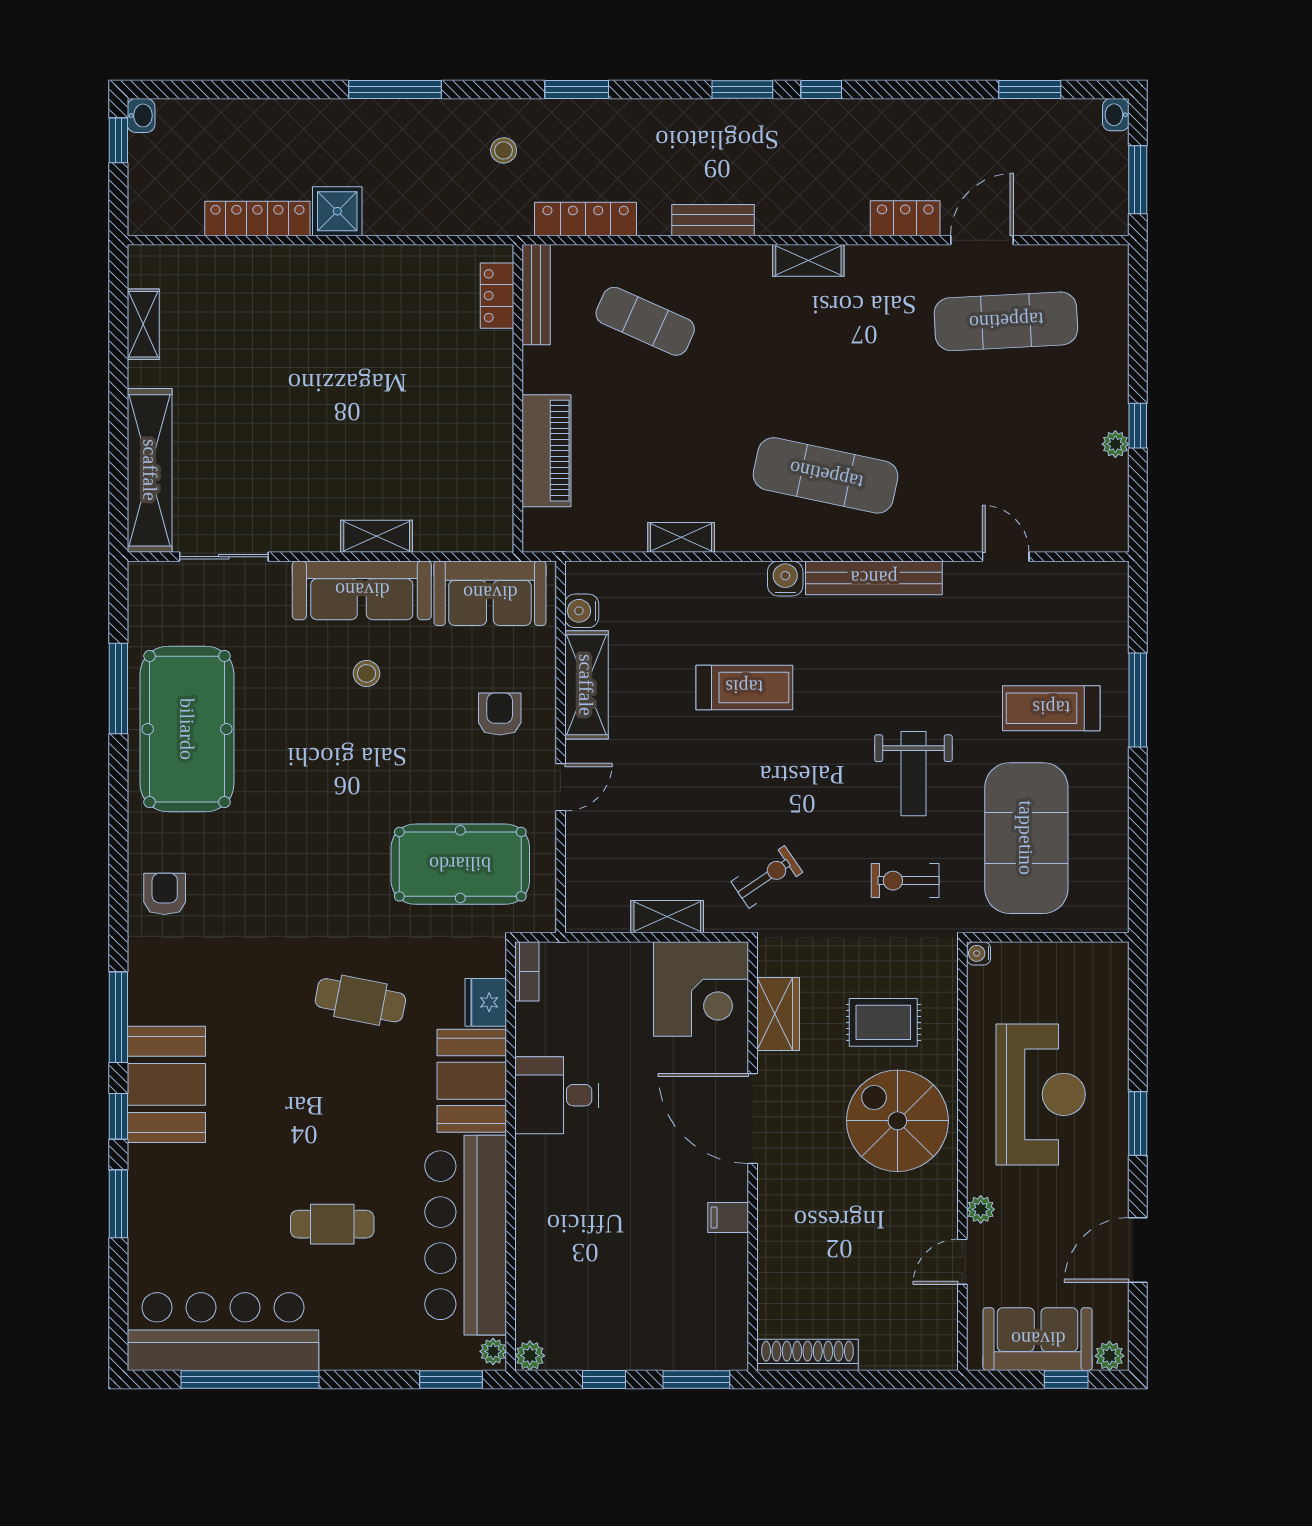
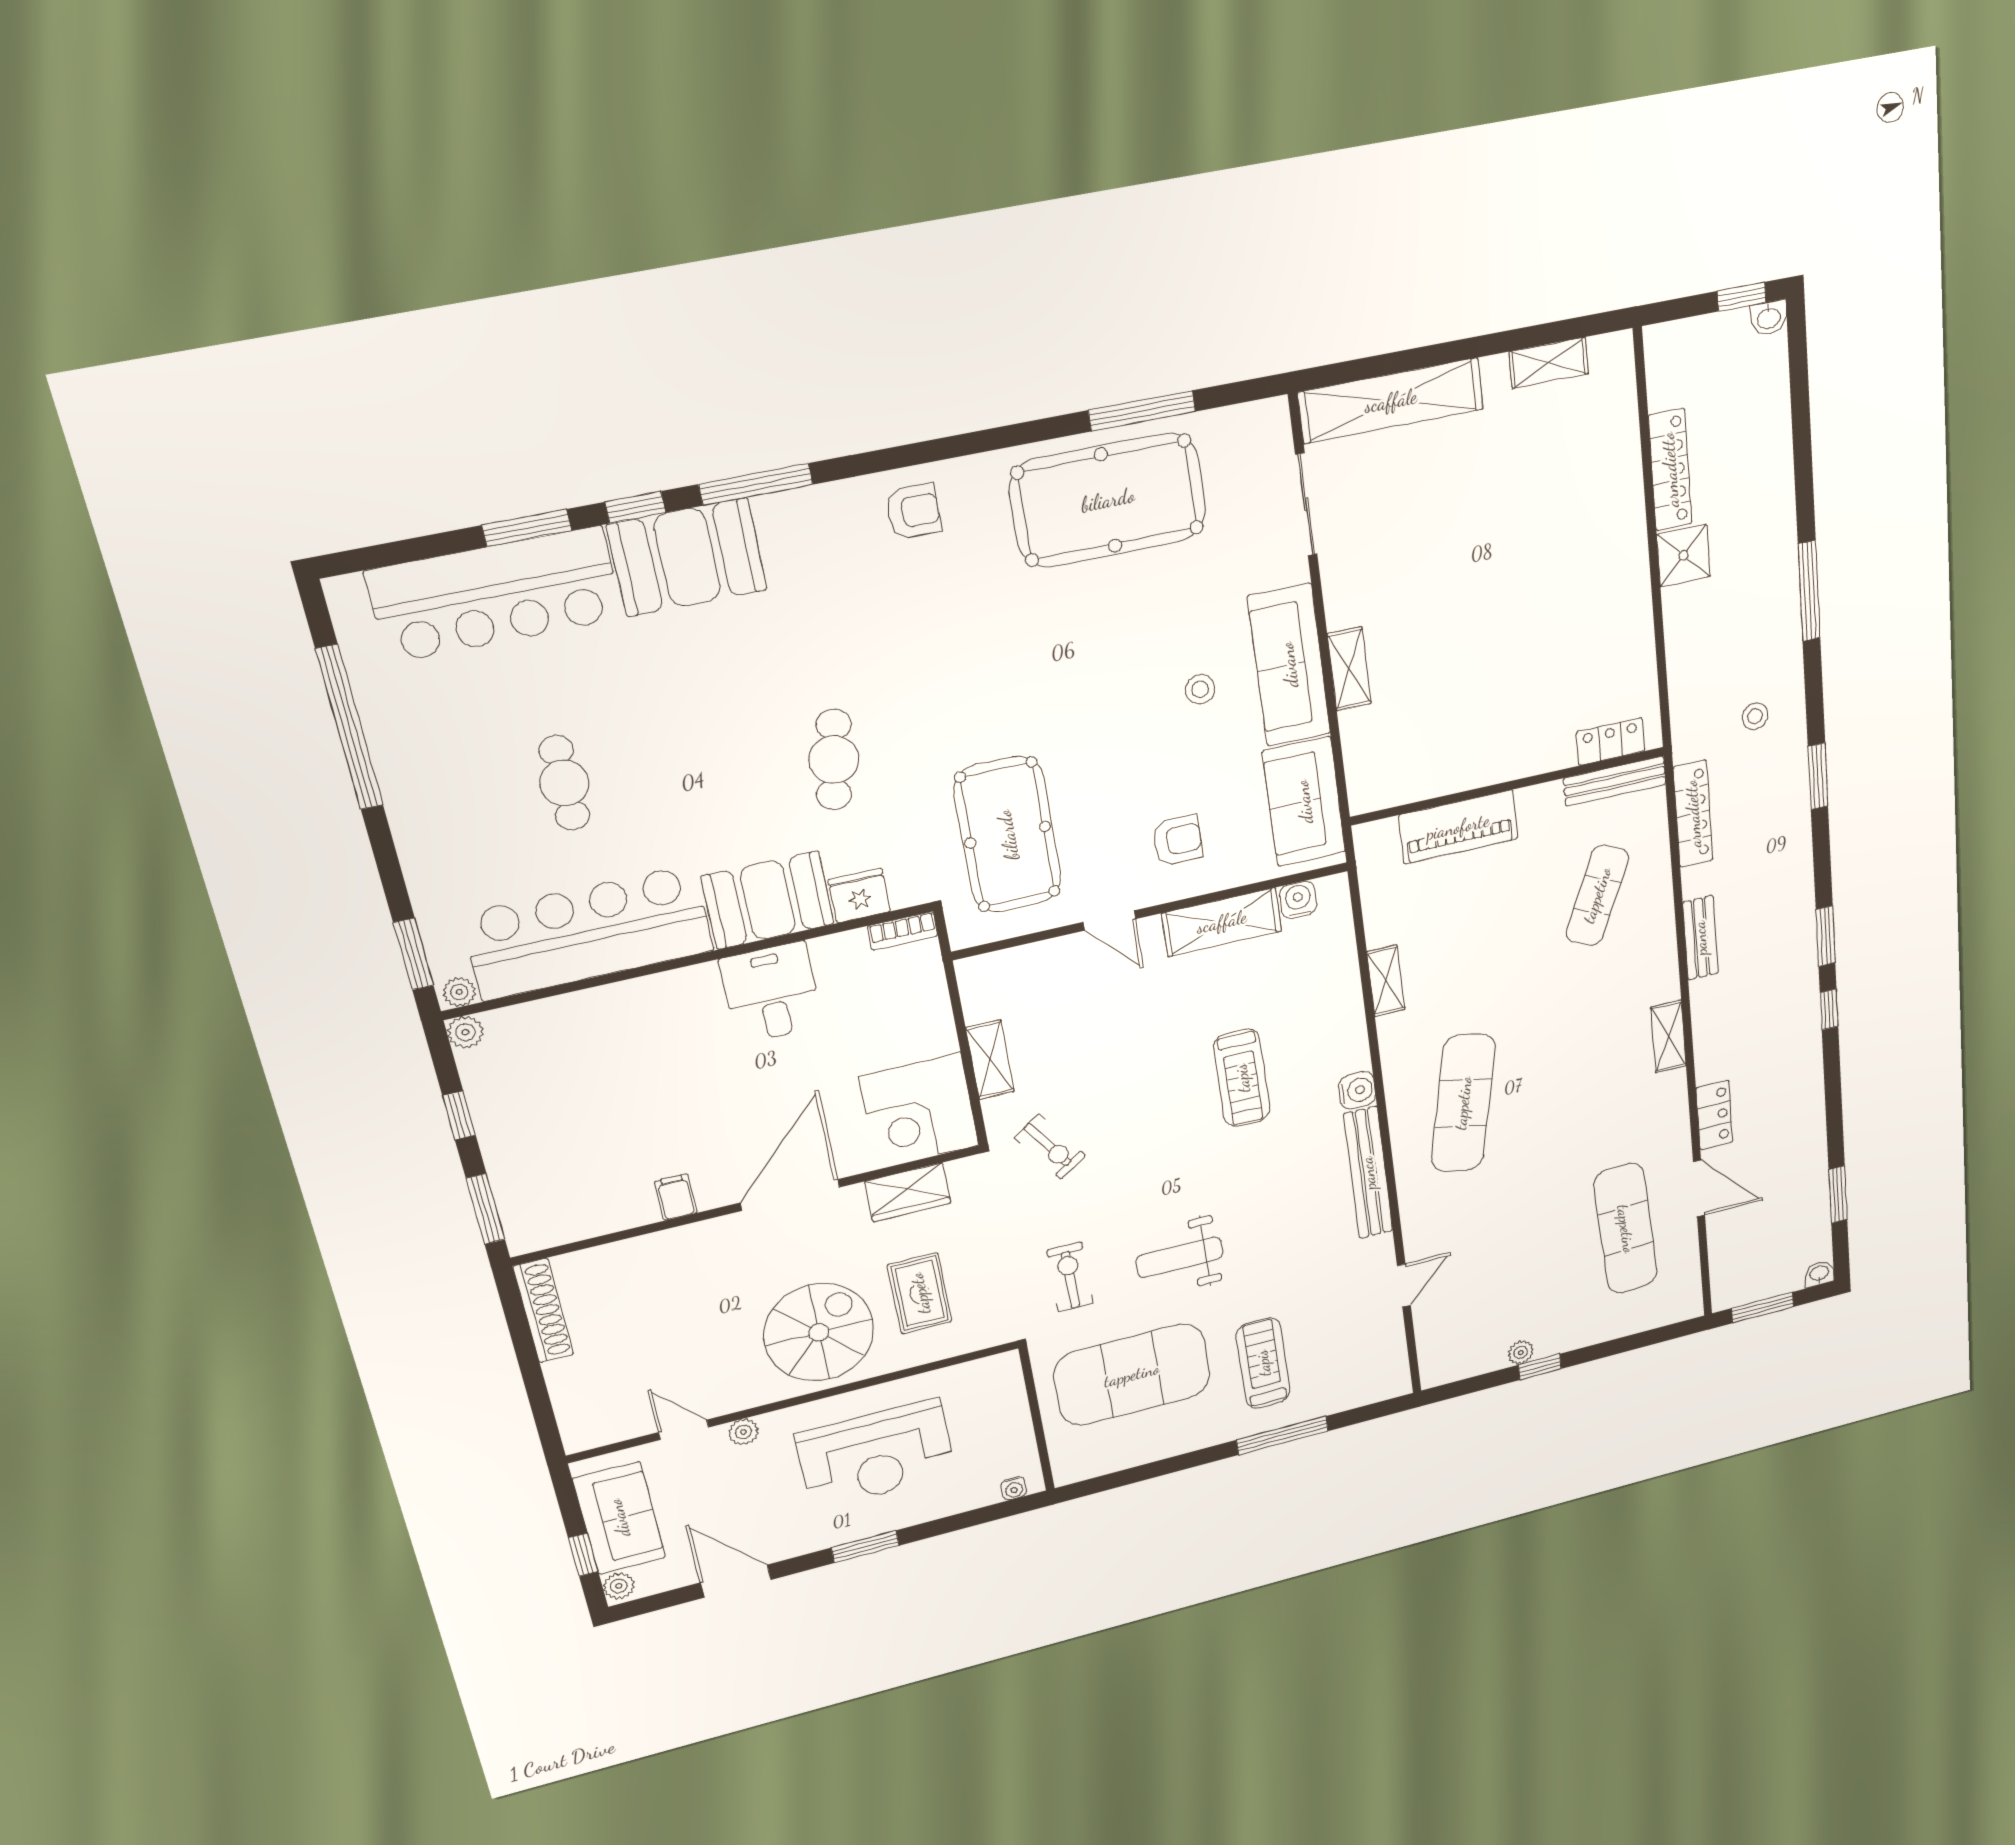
water cooler: (979, 953) -> (1014, 1488), moved, turned 180
bar counter: (223, 1332) -> (495, 595), moved, turned 90

